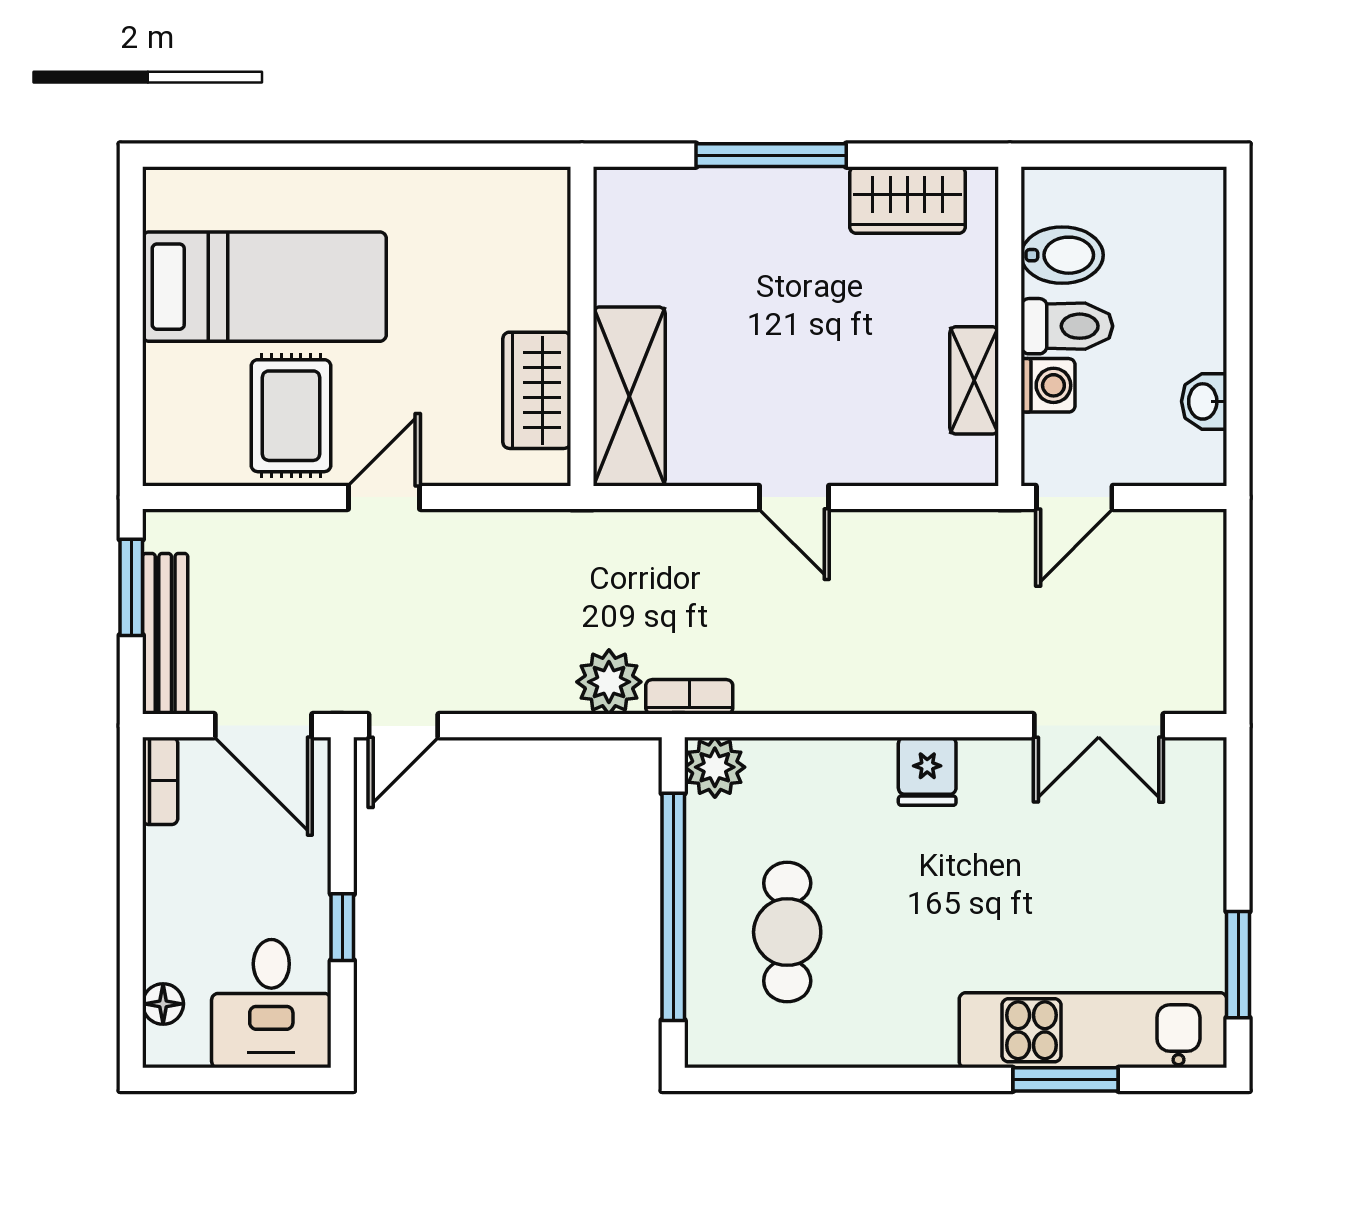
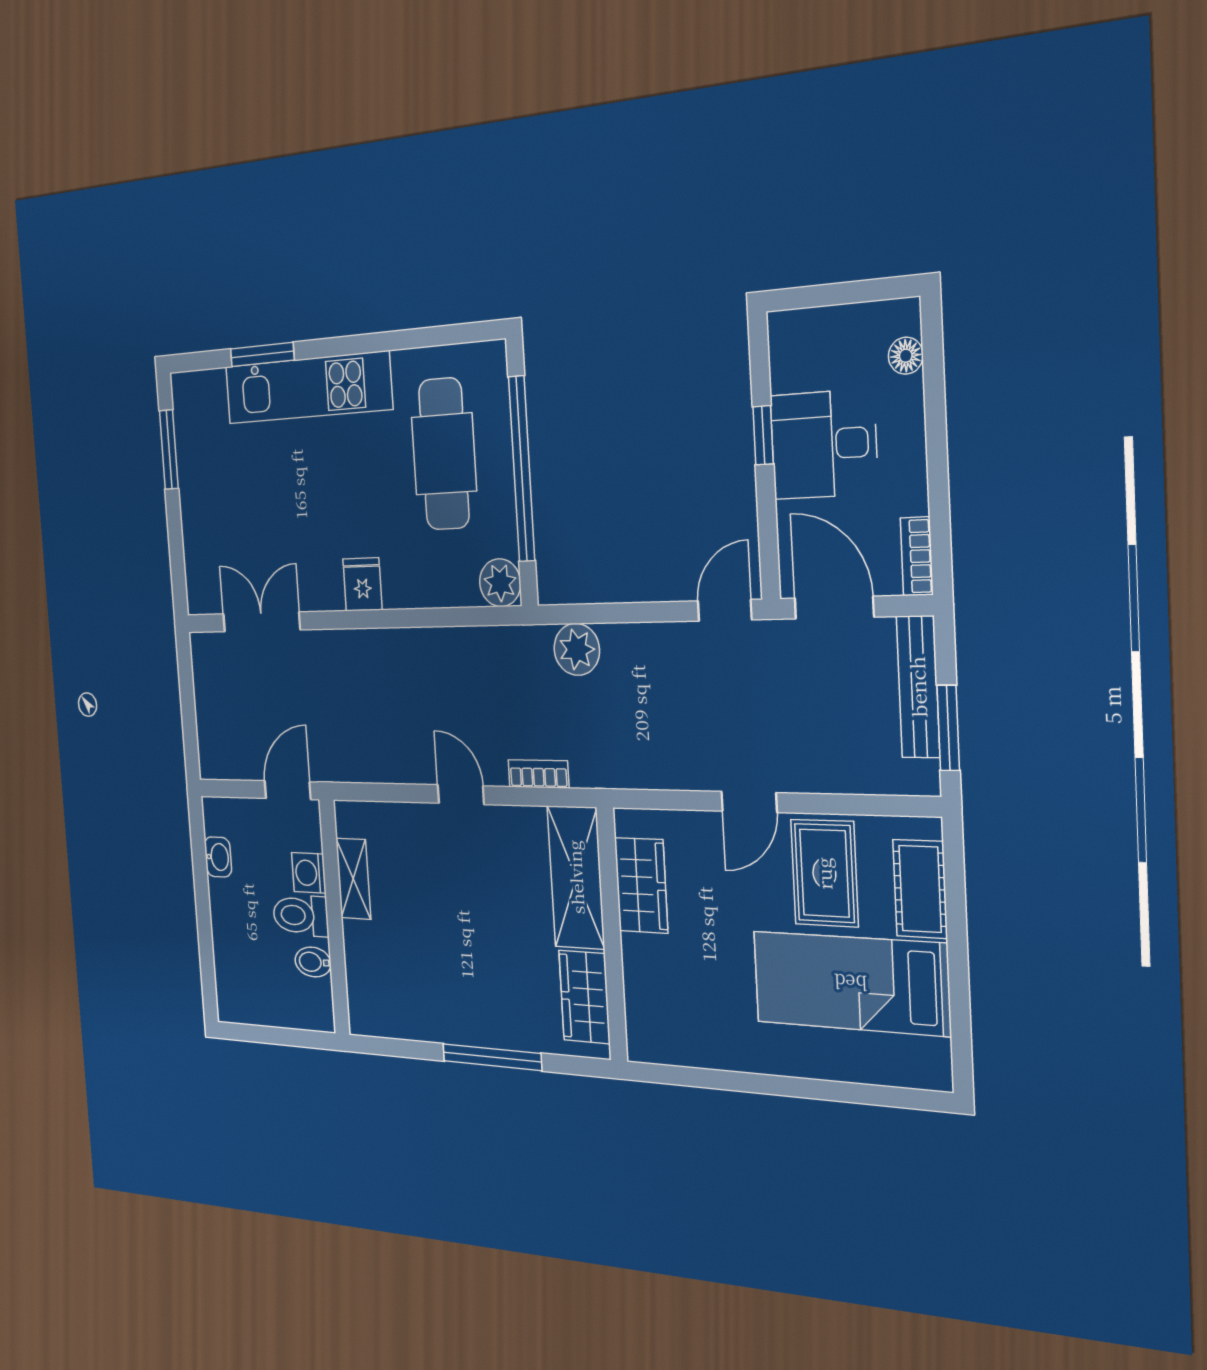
wardrobe: (908, 200) -> (584, 997), moved, turned -90
bidet: (1062, 255) -> (313, 962), width x0.72, depth x0.74
cot: (173, 402) -> (920, 889), added
bookcase: (689, 697) -> (538, 774), moved, turned 180
cafe table: (787, 932) -> (444, 454), width x1.37, depth x1.35
desk: (271, 1004) -> (824, 444), moved, turned -90
kitchen unit: (1093, 1030) -> (308, 388), moved

